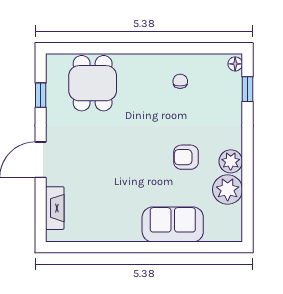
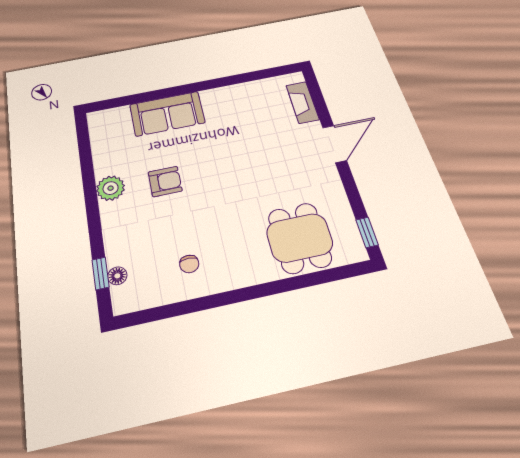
floor lamp: (235, 64) -> (117, 276), moved
window: (41, 95) -> (367, 232), moved
plant: (228, 190) -> (110, 159), removed

